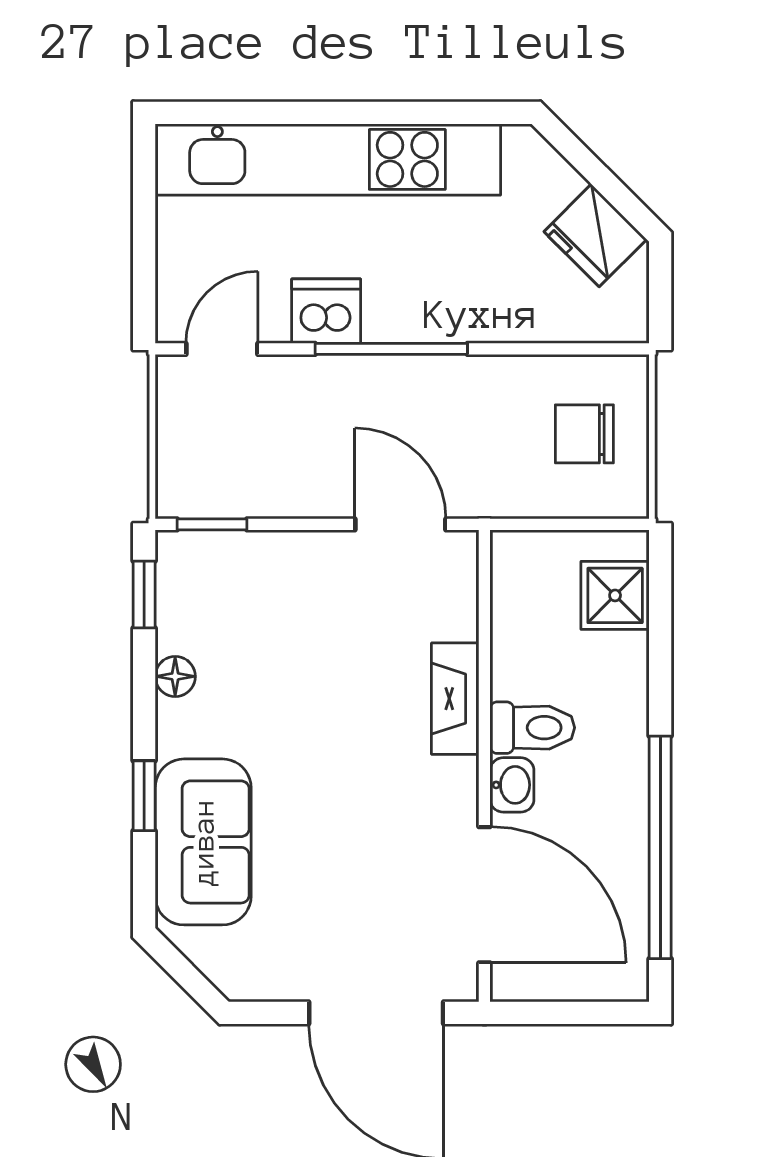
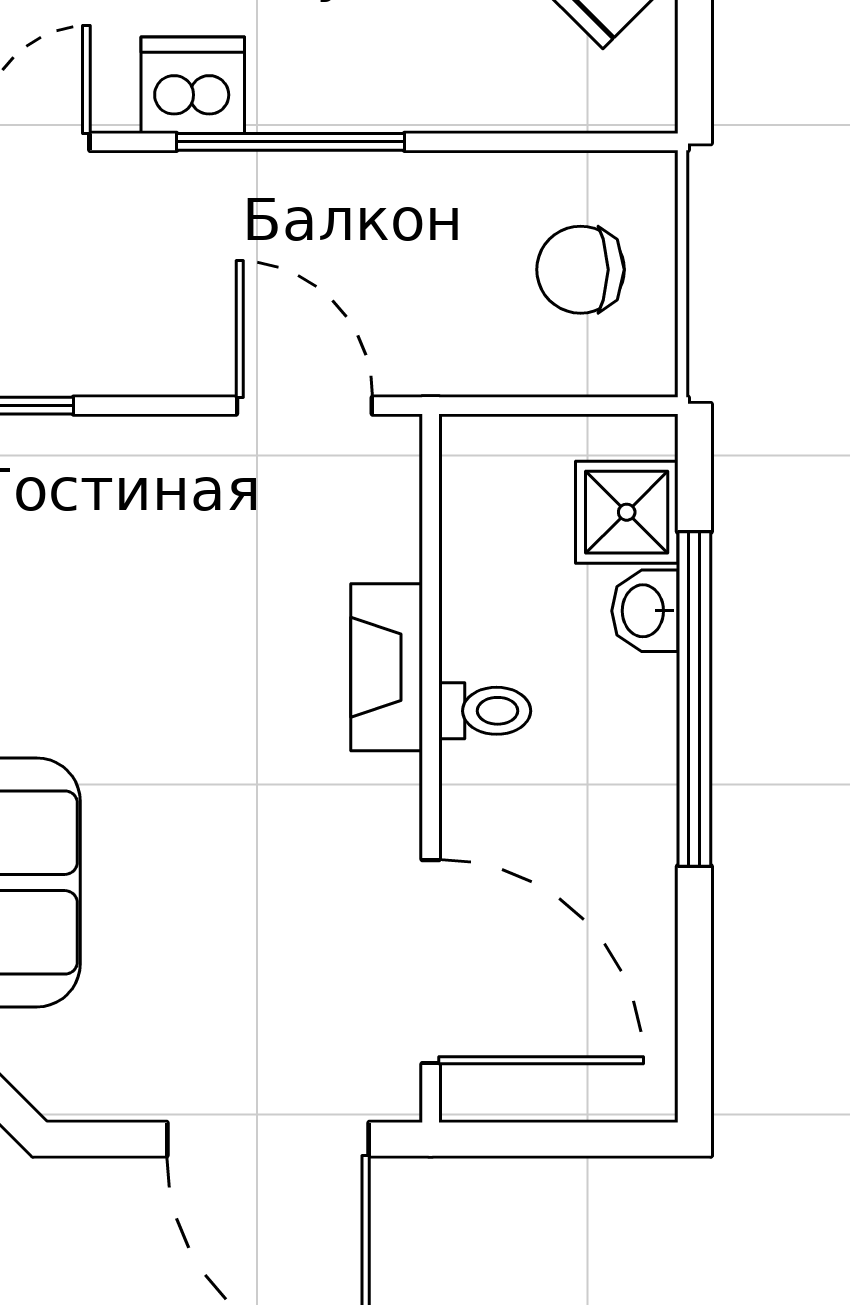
toilet: (532, 728) -> (485, 711), width x0.73, depth x0.72
washbasin: (512, 785) -> (645, 611), moved, turned 180
window: (660, 847) -> (694, 699), moved

